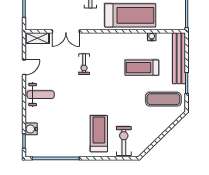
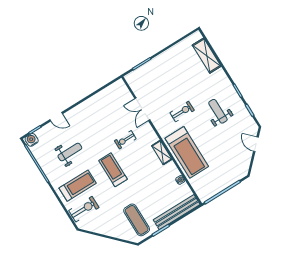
shelving: (37, 38) -> (162, 153), moved
door: (24, 67) -> (56, 117), moved
treadmill: (142, 68) -> (113, 170), moved
weight bench: (41, 95) -> (70, 152), moved, turned -90
water cooler: (31, 129) -> (32, 140), moved

